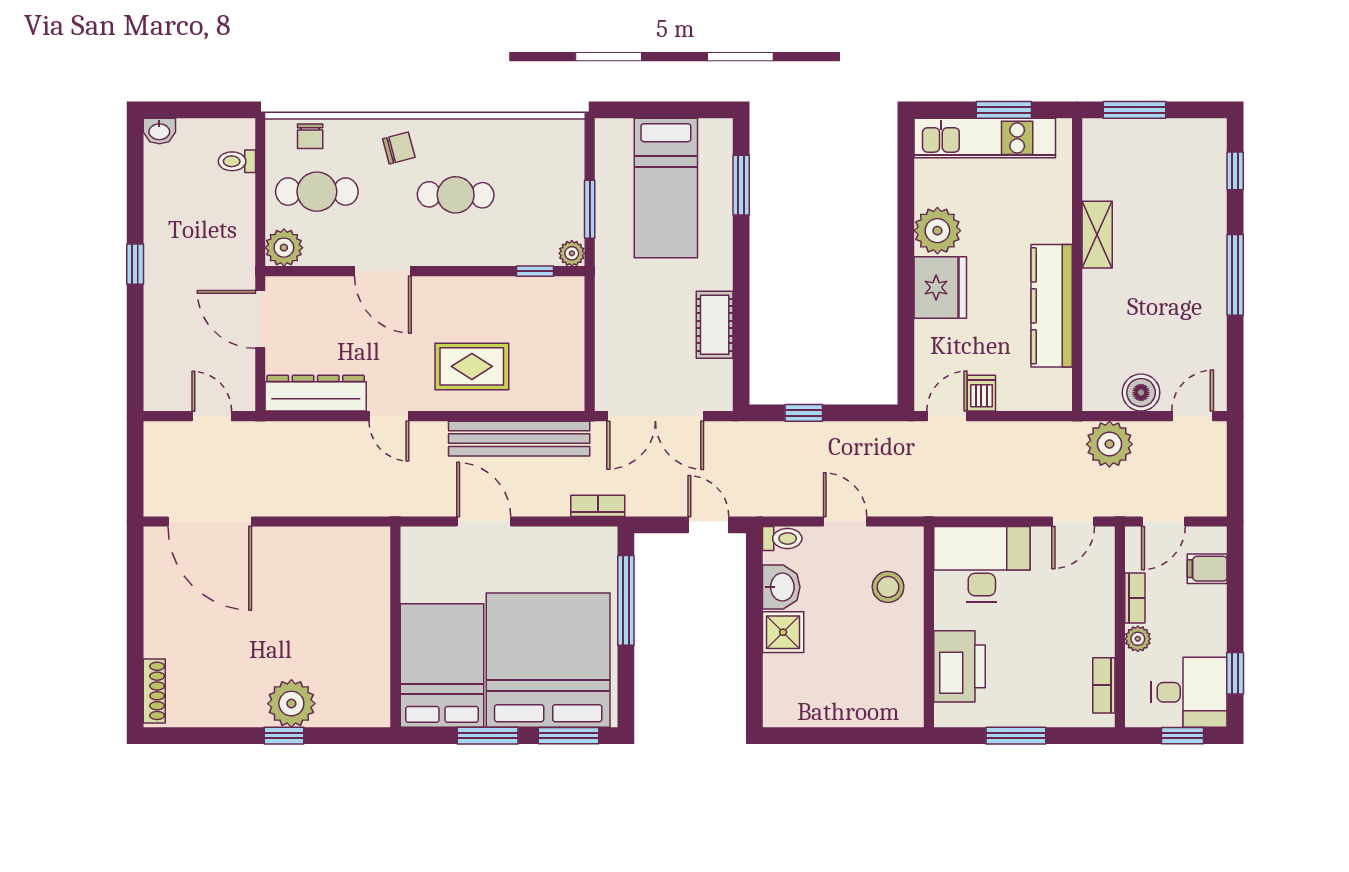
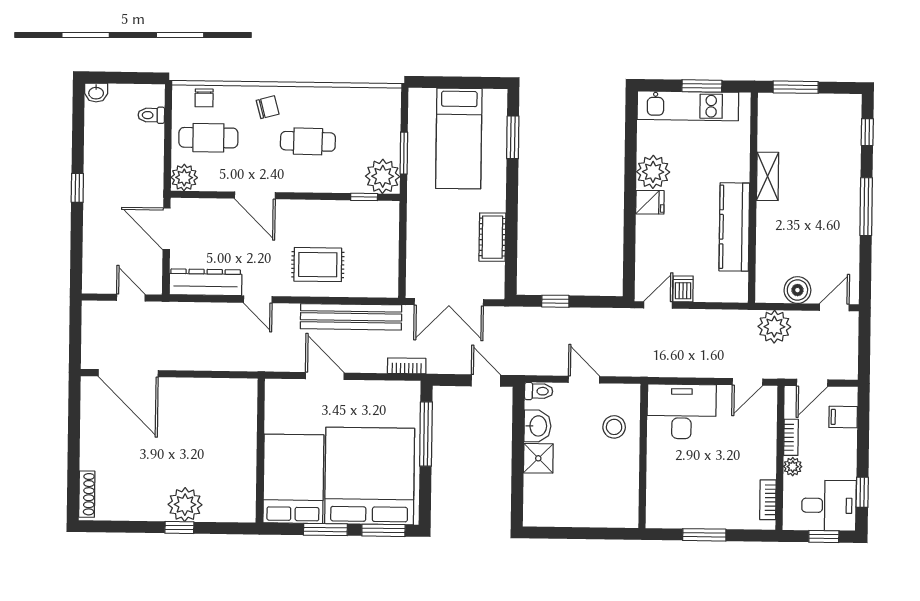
plant: (572, 253) -> (383, 176), width x1.88, depth x1.88
fridge: (940, 287) -> (650, 202), width x0.53, depth x0.75
printer: (959, 666) -> (664, 485), removed

